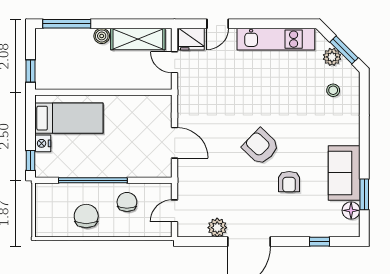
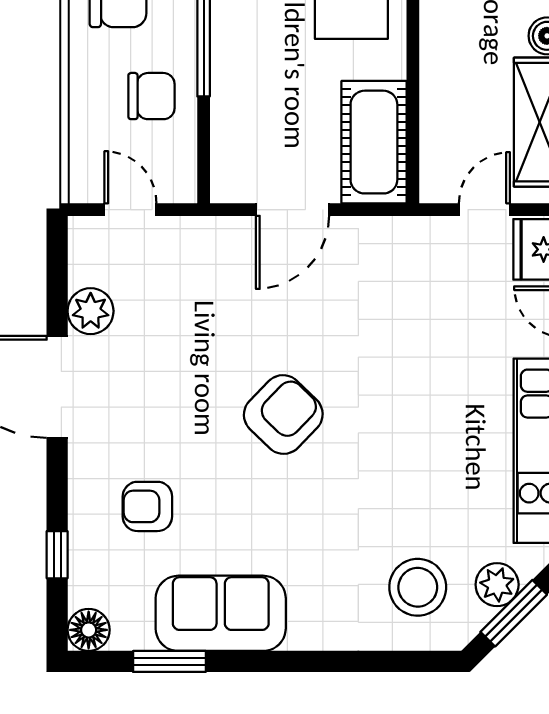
stool: (333, 90) -> (418, 587), width x1.89, depth x1.89
cot: (146, 109) -> (374, 142), added
armchair: (289, 182) -> (147, 506), moved
floor lamp: (351, 210) -> (89, 630), moved

